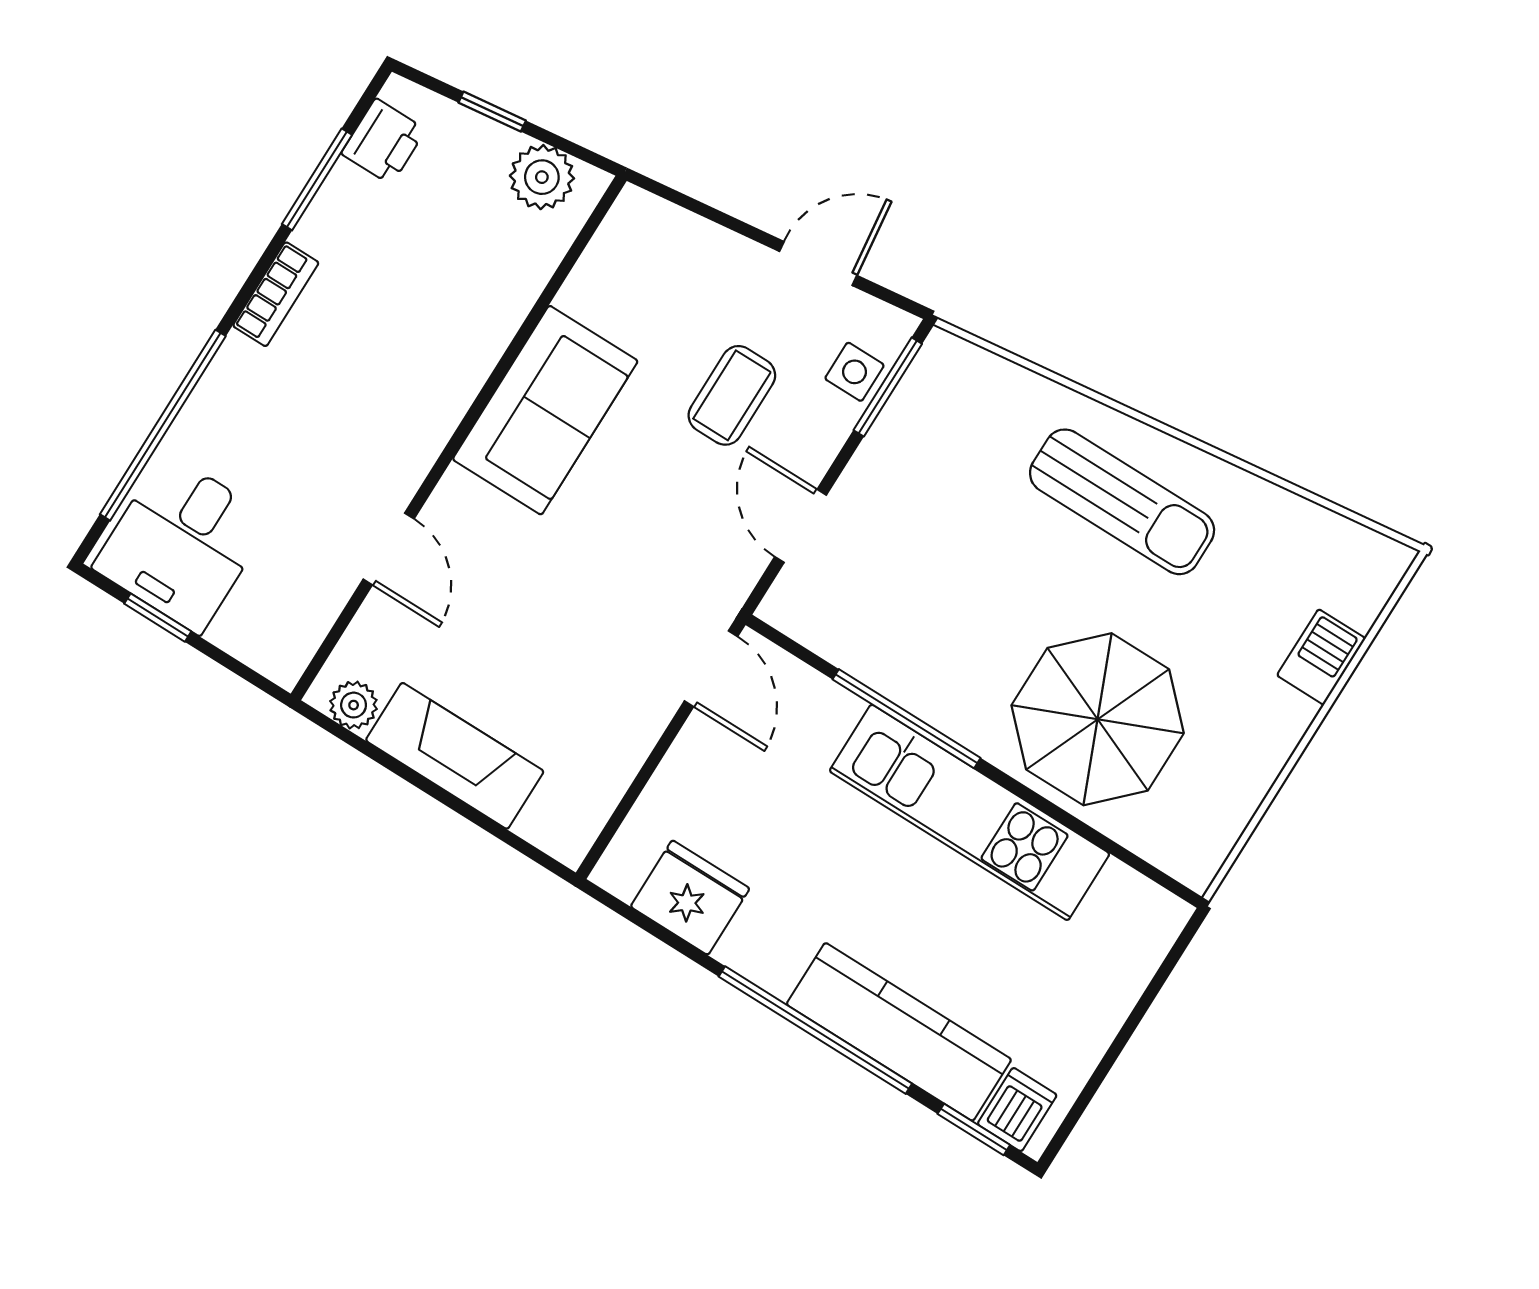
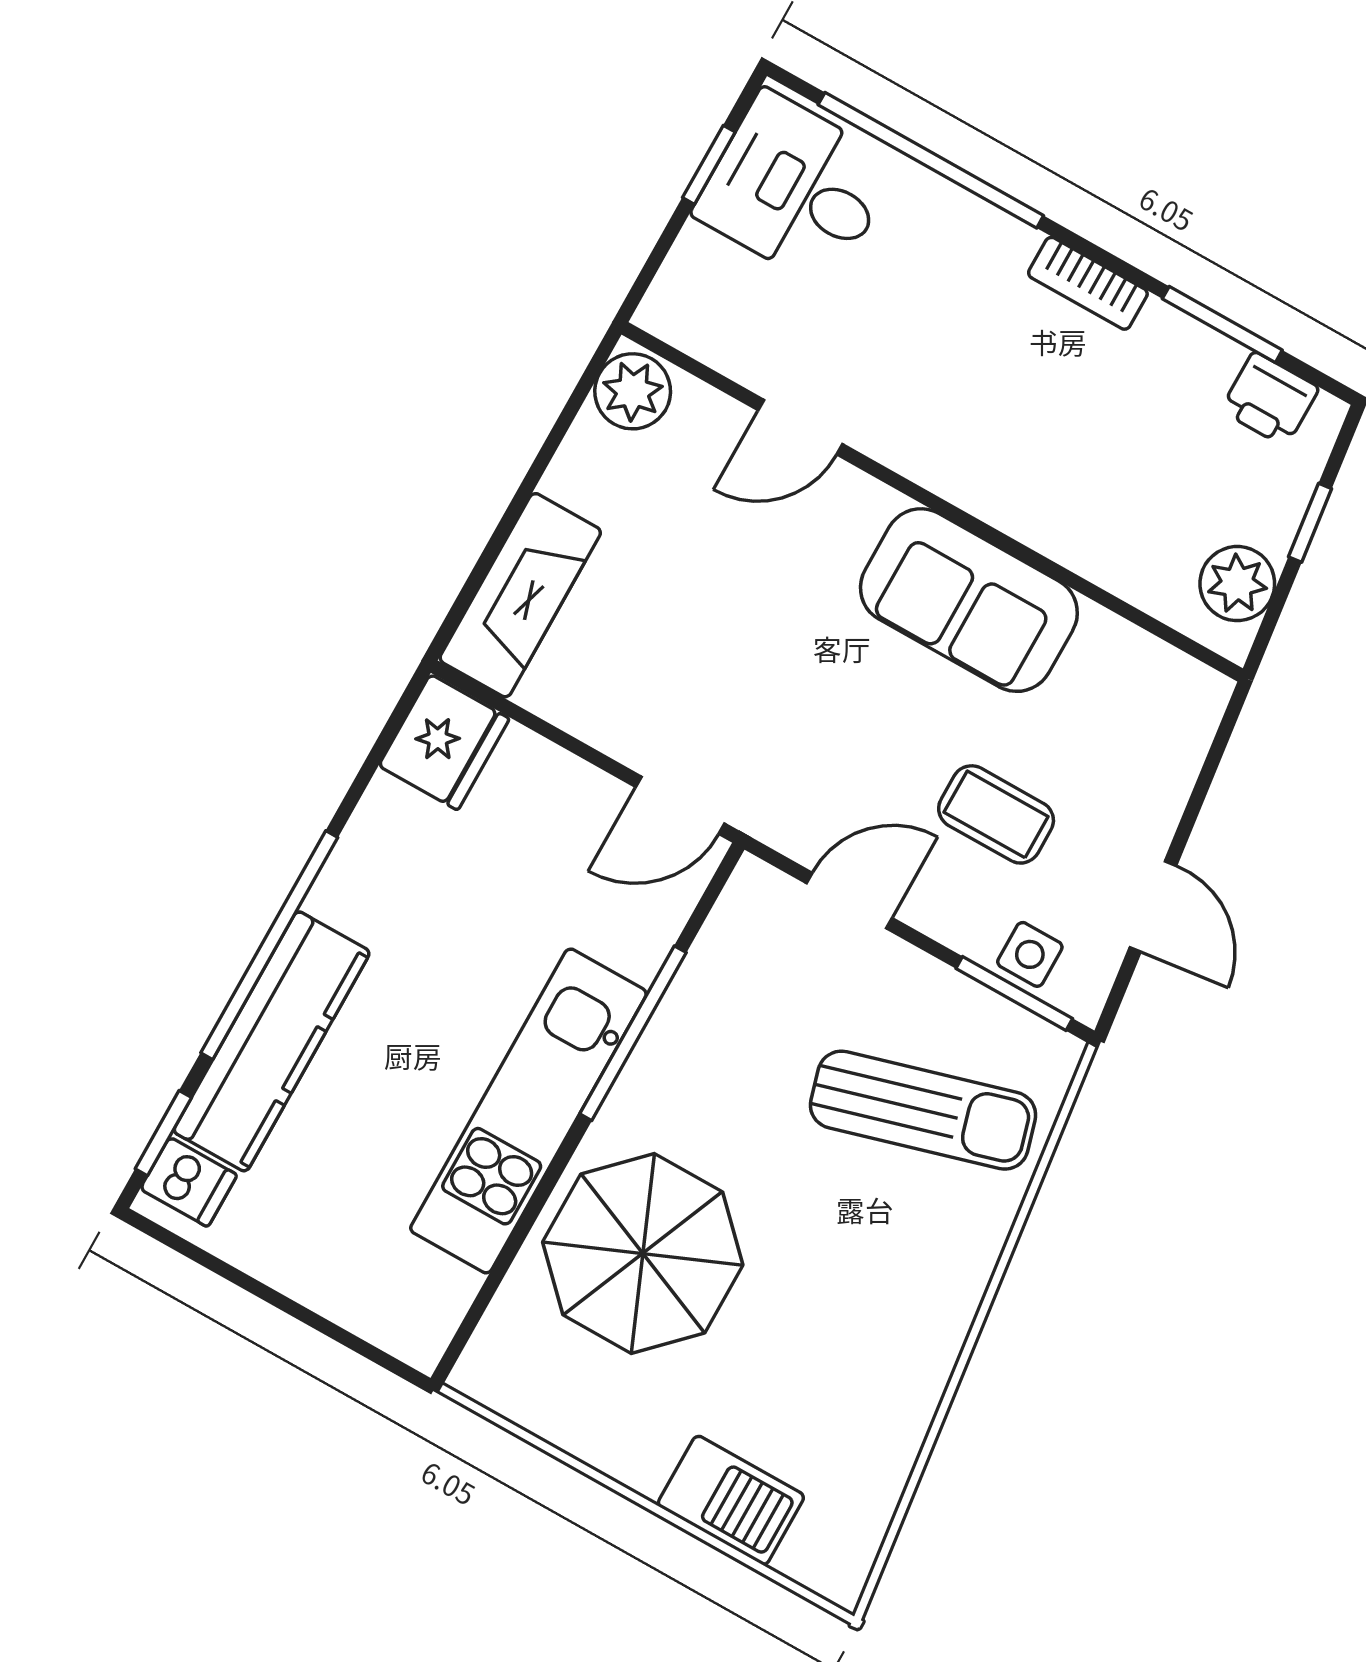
sun lounger: (1122, 502) -> (923, 1110), moved, turned -106
barbecue: (1321, 657) -> (731, 1500), width x1.38, depth x1.27
plant: (354, 705) -> (633, 391), width x1.38, depth x1.38
fireplace: (455, 756) -> (520, 595), moved
fridge: (690, 898) -> (444, 742), moved

